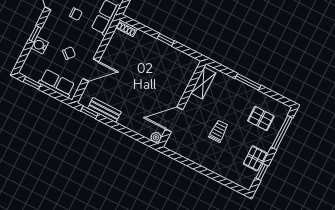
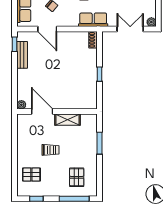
window: (248, 82) -> (99, 143), moved
shelving: (203, 83) -> (67, 120), moved
pallet: (255, 158) -> (31, 175), moved

